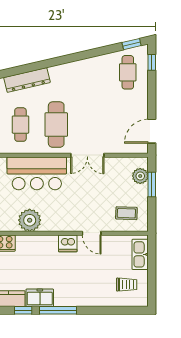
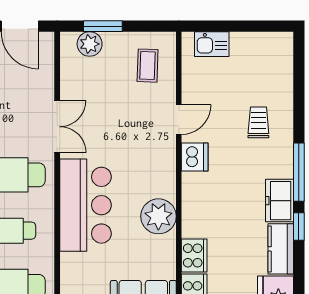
kitchen sink: (140, 254) -> (212, 44), width x0.73
trolley: (127, 285) -> (258, 122), moved

